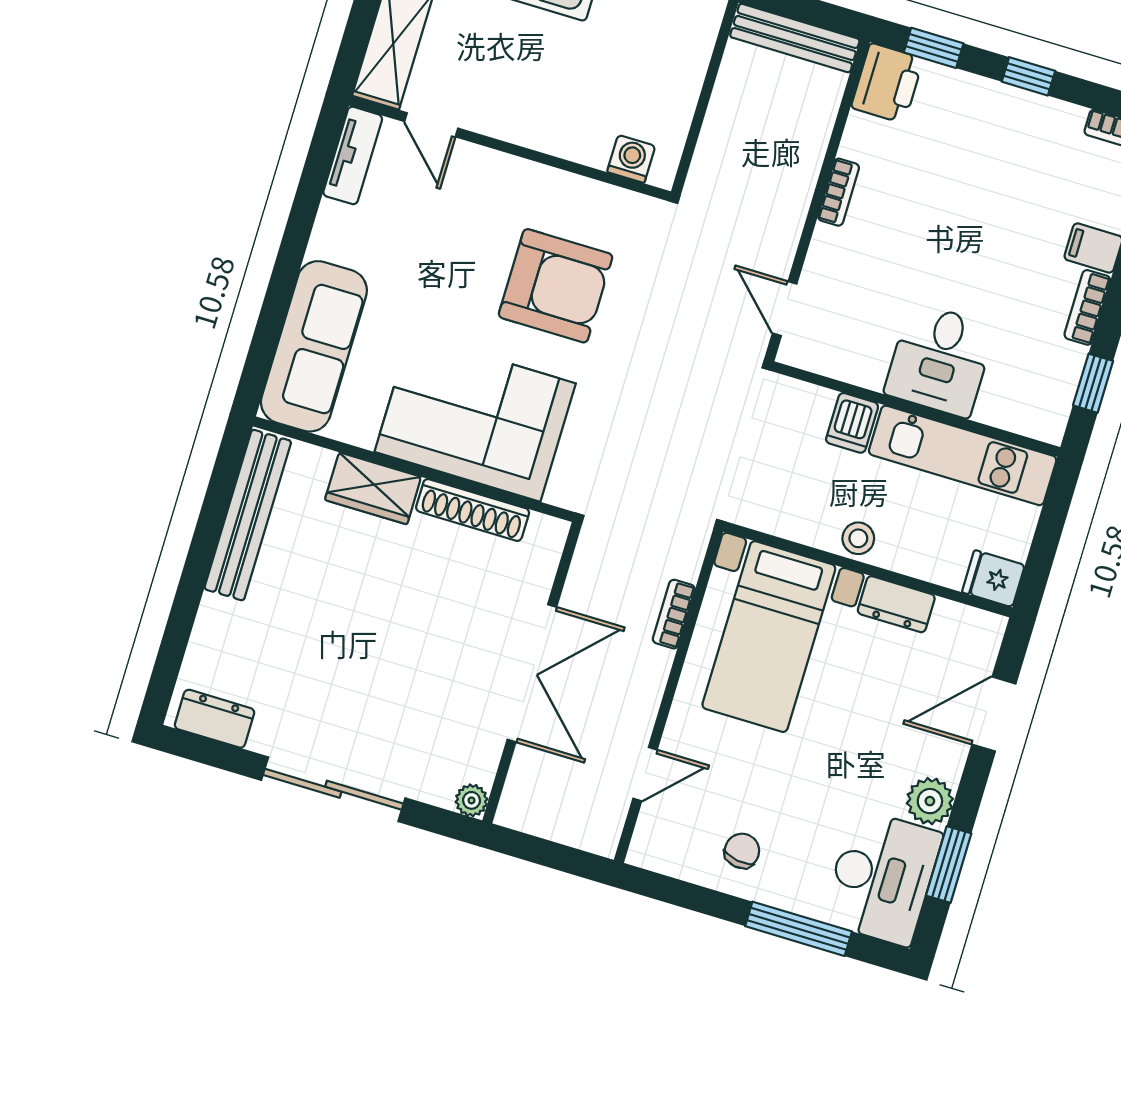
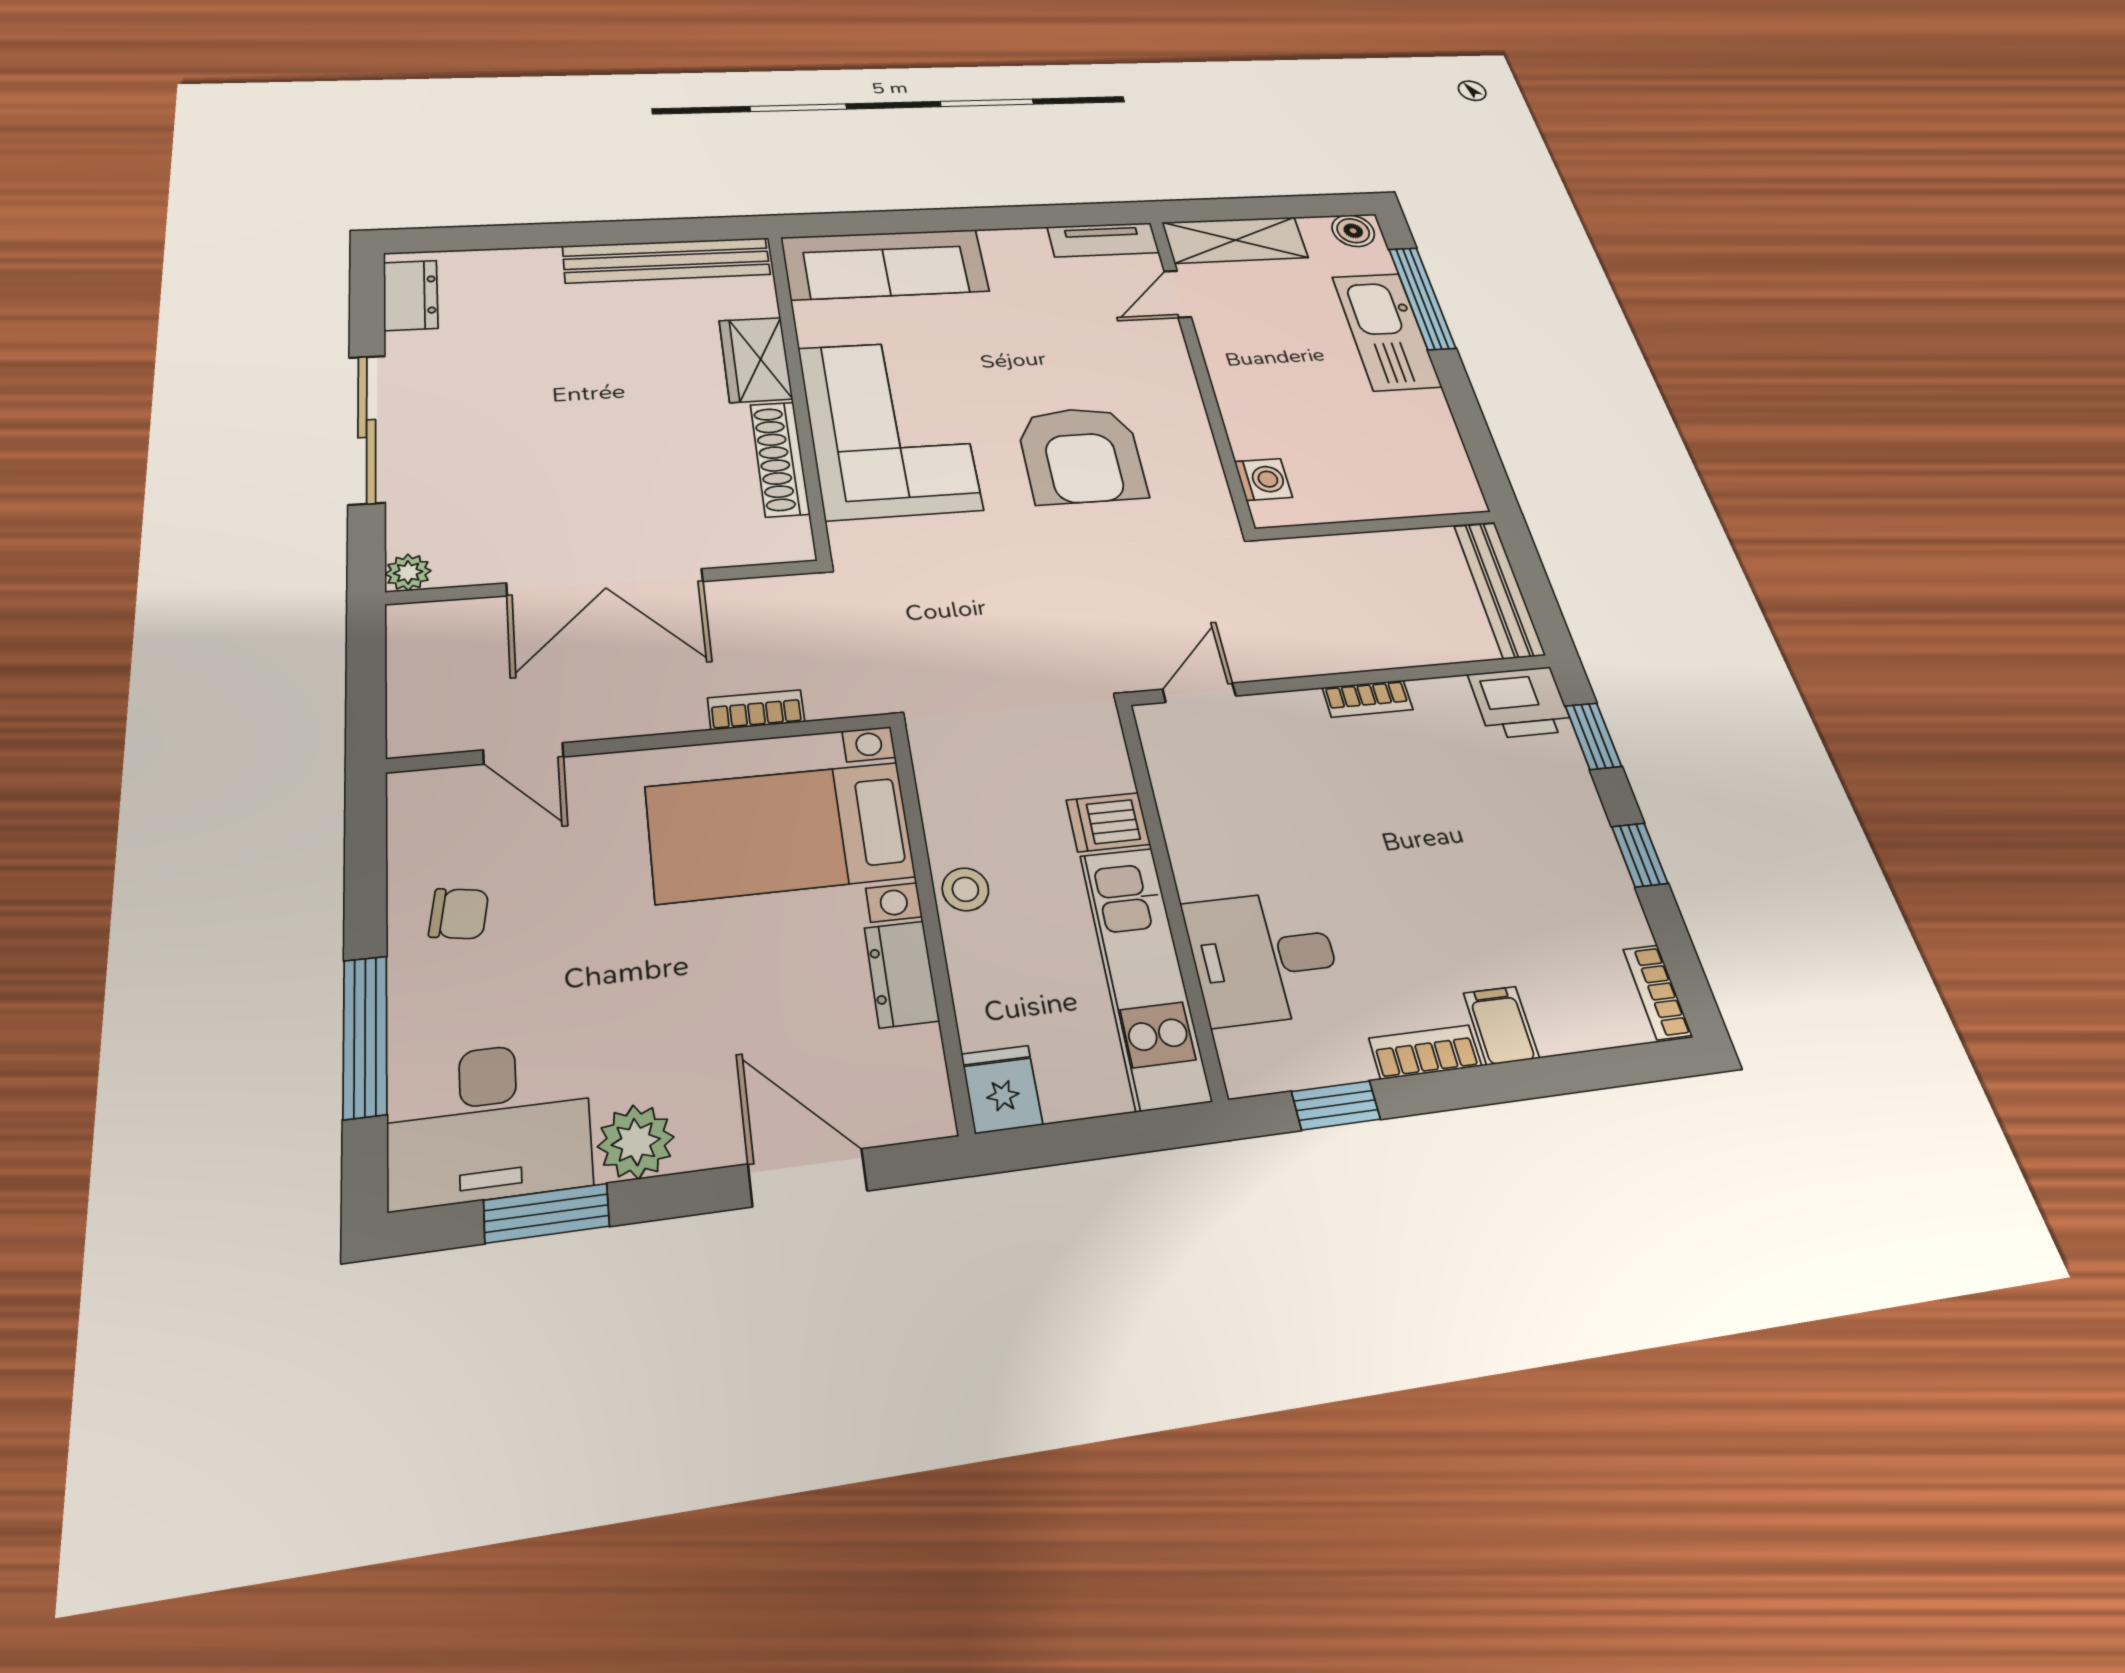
desk: (940, 360) -> (1264, 957), moved

